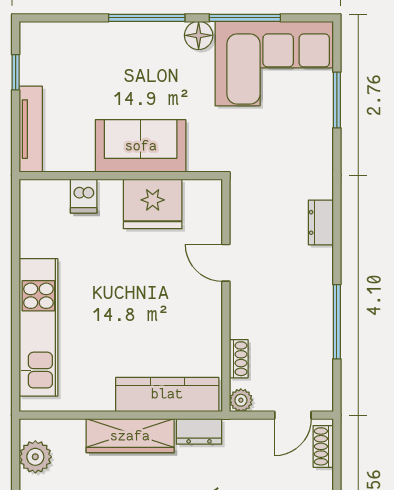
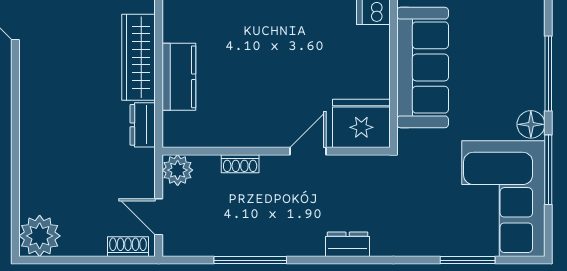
sofa: (141, 146) -> (423, 68), width x1.36
fridge: (153, 204) -> (361, 123), moved, turned 90
shoe rack: (239, 359) -> (240, 164), moved
kitchen counter: (167, 394) -> (179, 77), width x0.67
plant: (241, 400) -> (178, 170), width x1.38, depth x1.38

